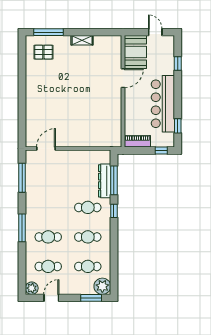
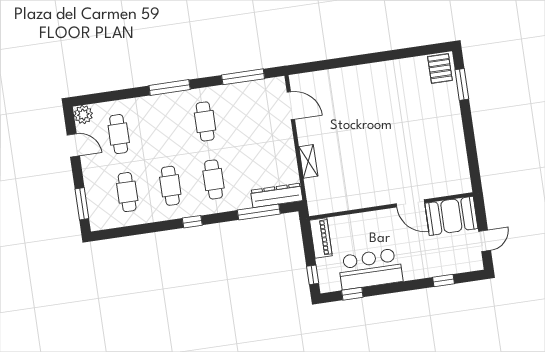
window: (48, 32) -> (462, 84), width x0.69
shelving: (82, 40) -> (308, 161), moved
pallet: (43, 52) -> (440, 69), moved
bar counter: (163, 104) -> (370, 269), width x0.73
dresser: (105, 181) -> (277, 195), moved
window: (114, 211) -> (192, 222), moved
cafe table: (48, 237) -> (205, 121), moved
plant: (102, 286) -> (101, 218), removed

